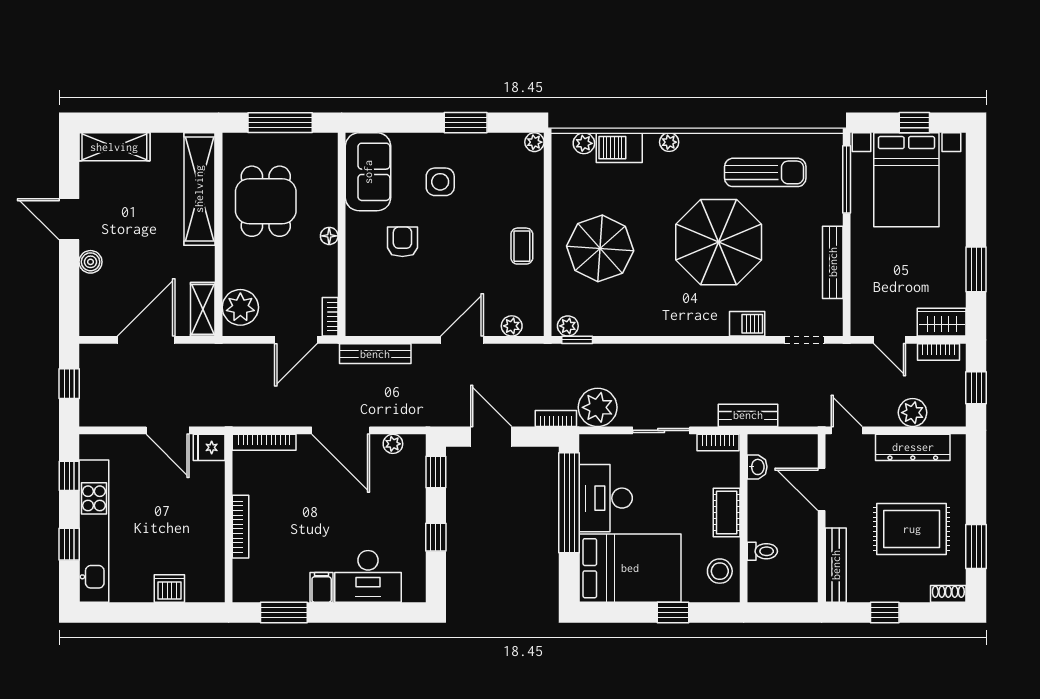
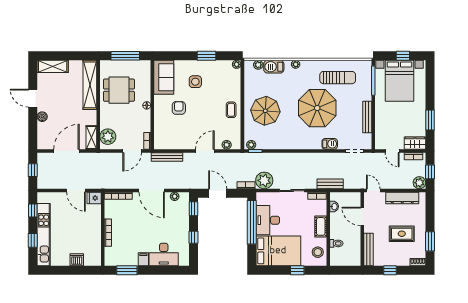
dining table: (266, 201) -> (119, 90), turned 90
plant: (913, 413) -> (419, 183), moved
rug: (912, 529) -> (402, 234), width x0.73, depth x0.70

